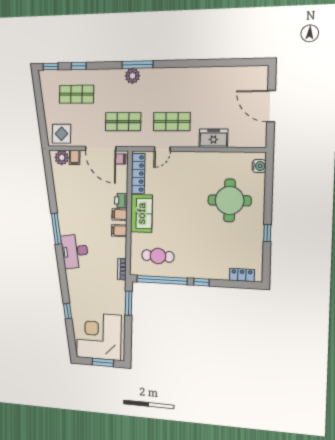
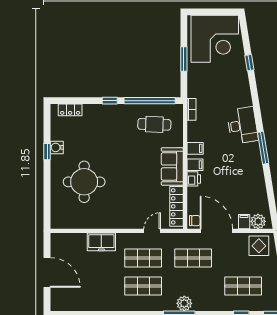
shop shelf: (172, 93) -> (143, 286), added
water cooler: (259, 166) -> (57, 147), moved
window: (129, 303) -> (184, 59), moved
window: (103, 362) -> (210, 12), removed

